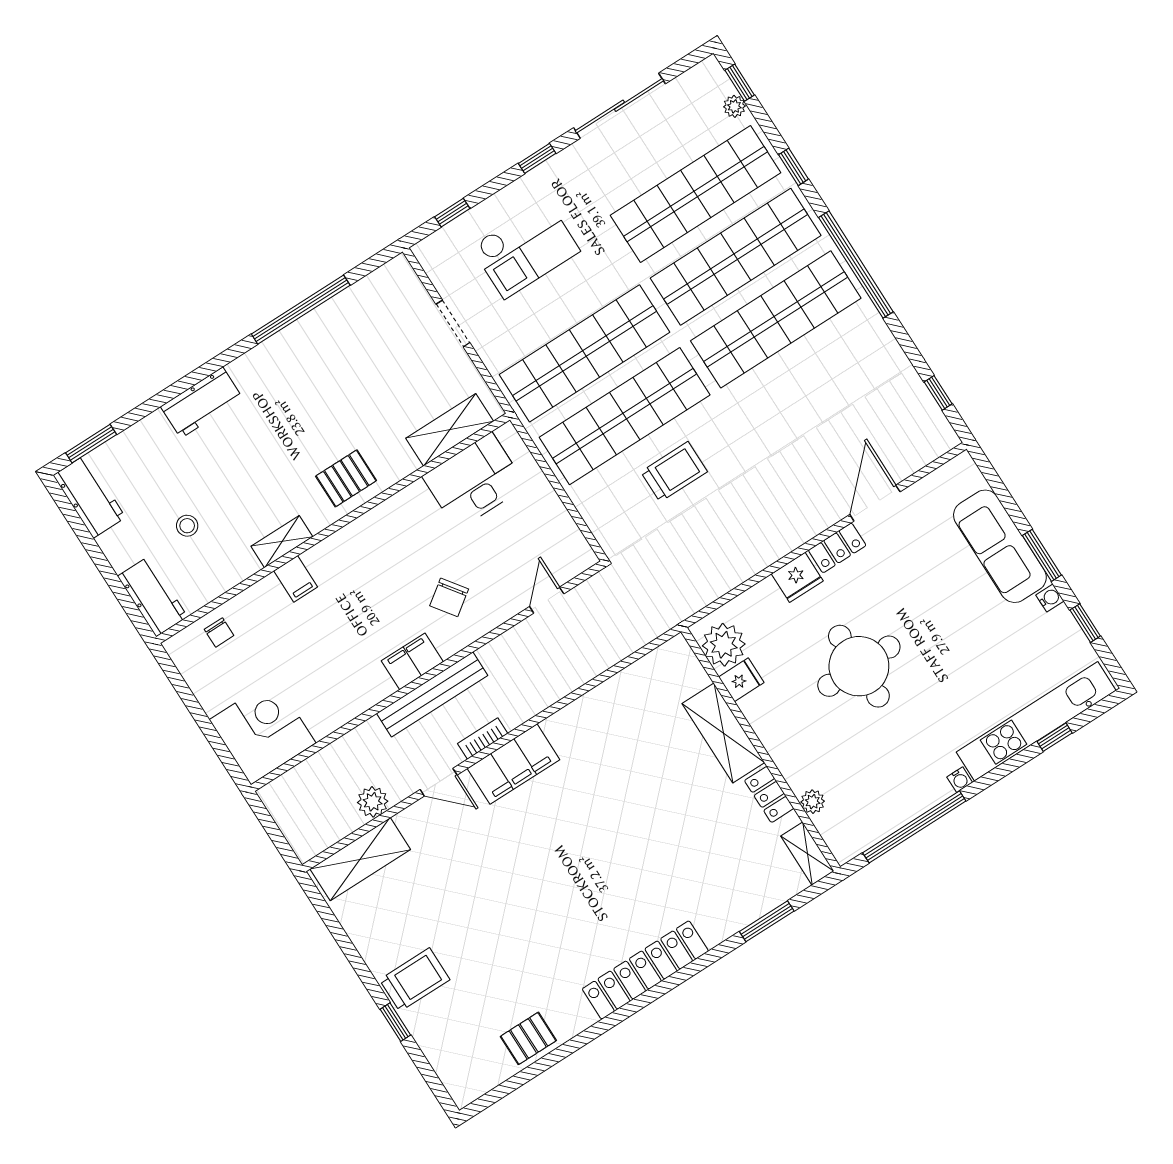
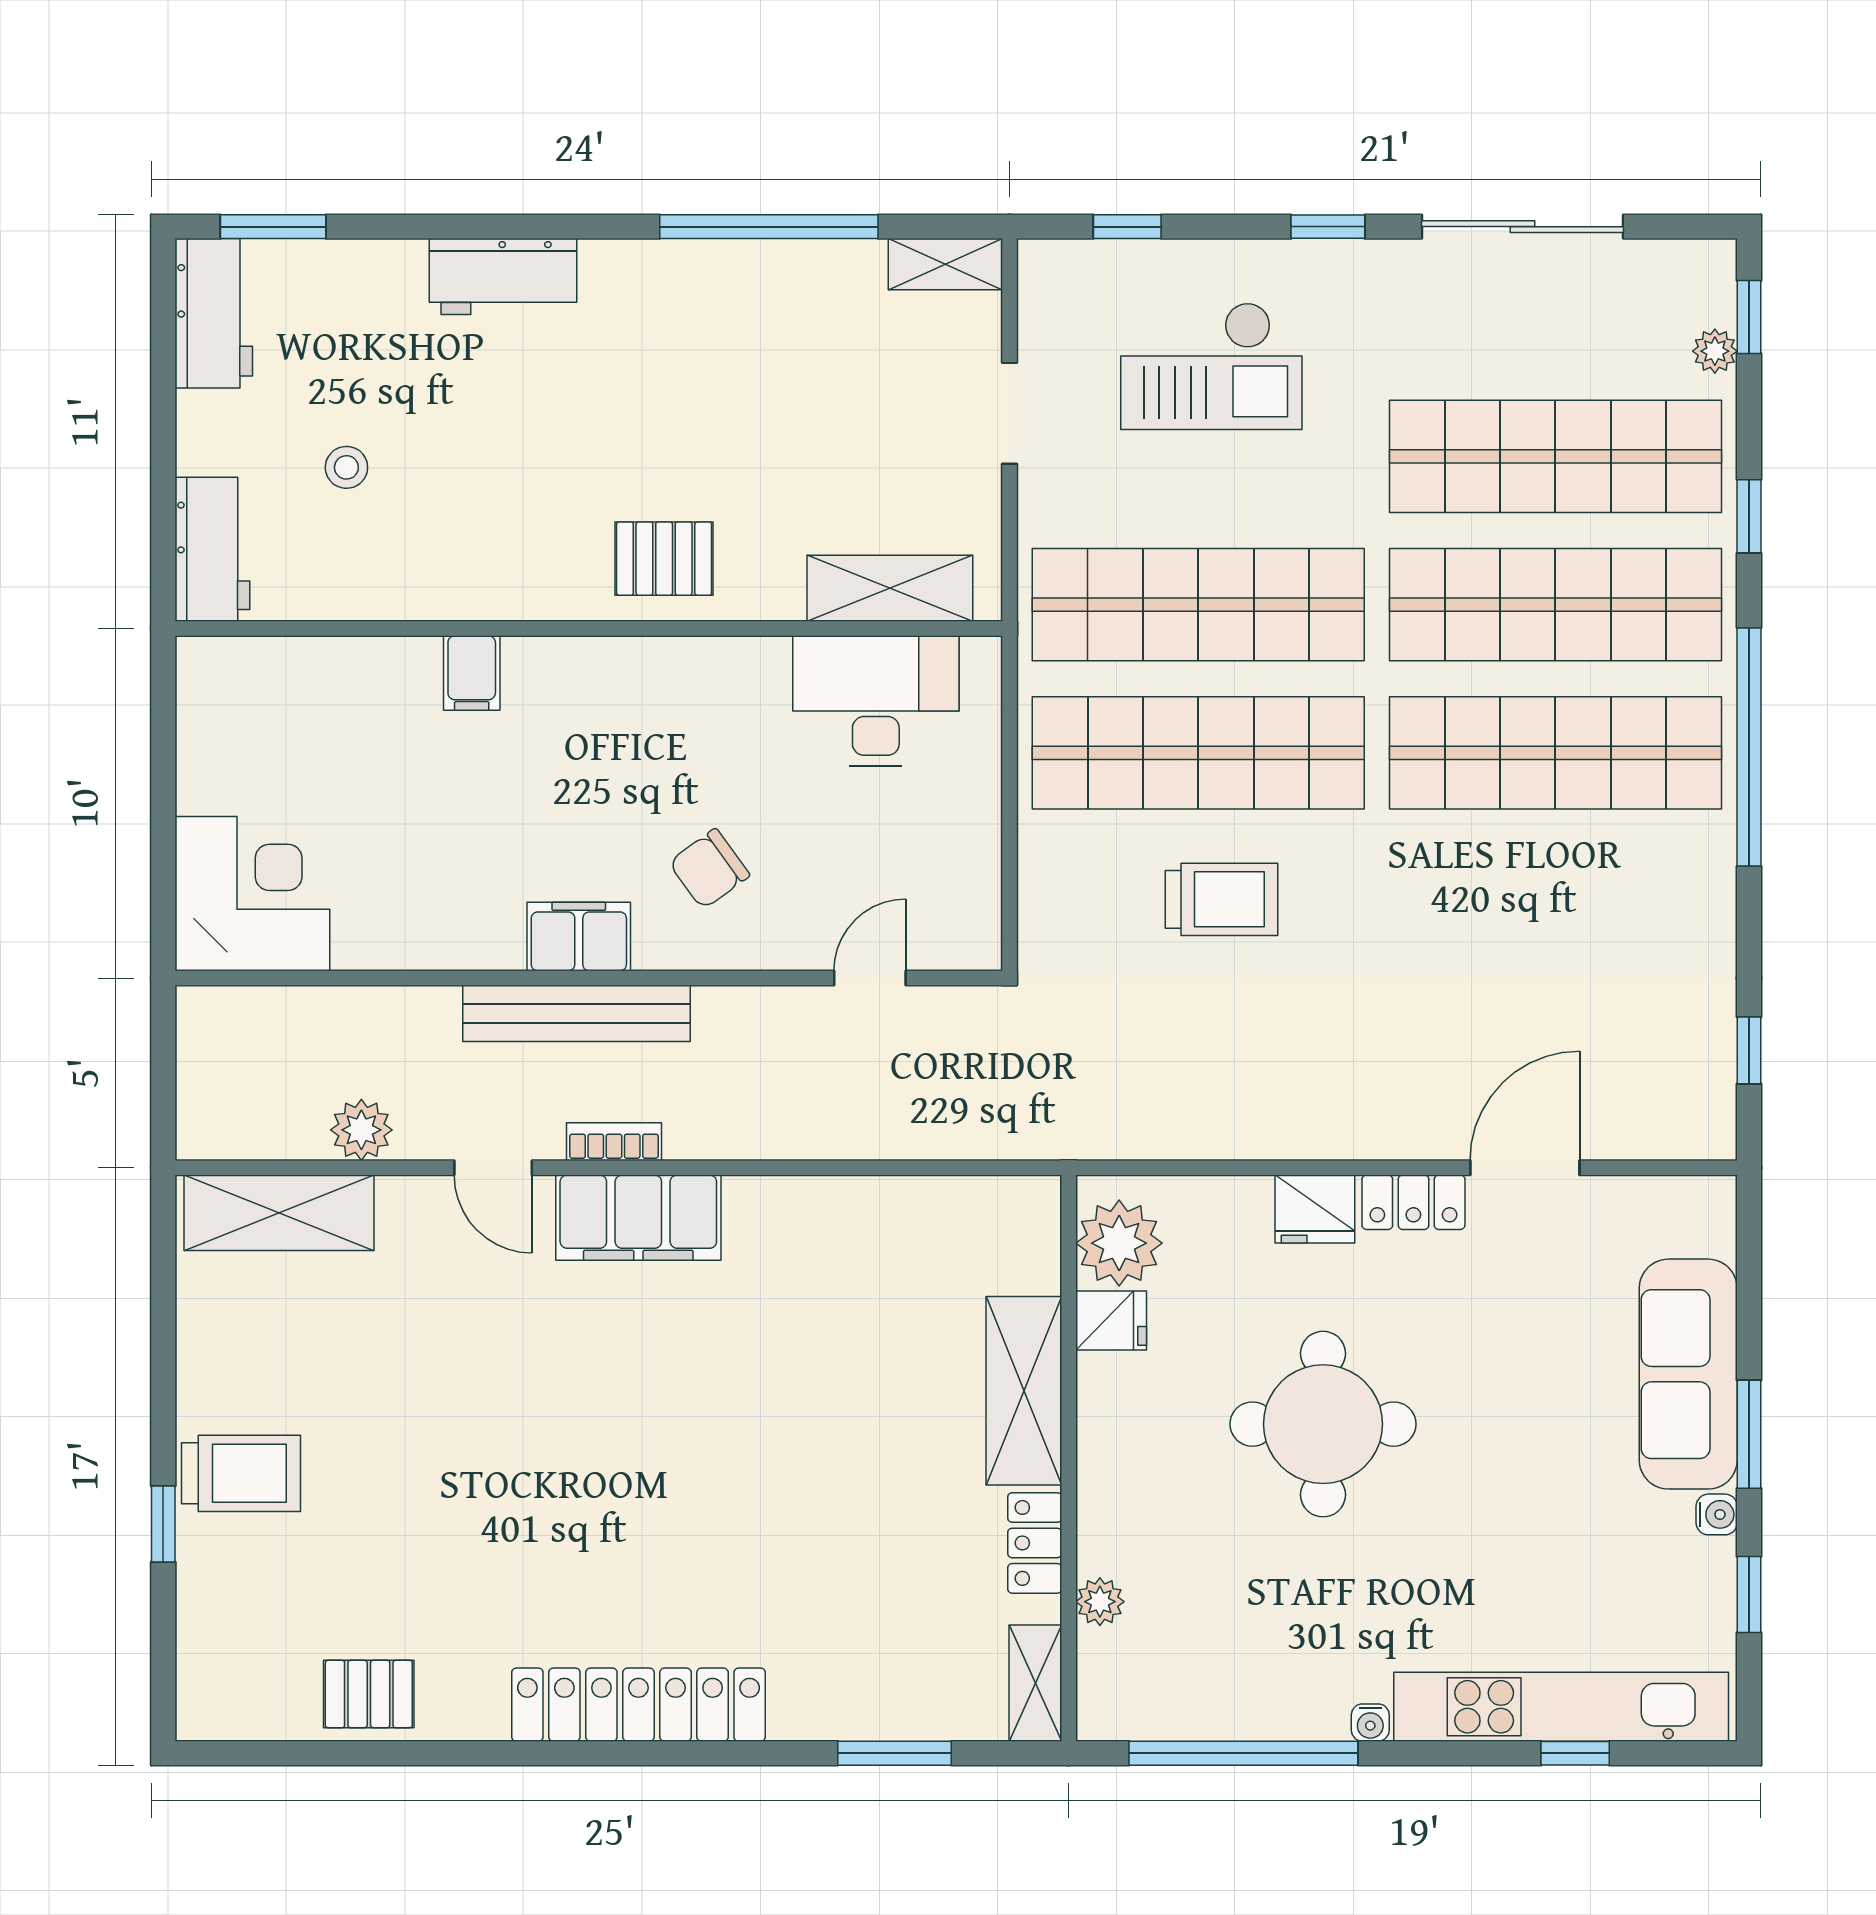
shelving: (282, 542) -> (945, 264), moved
chair: (219, 632) -> (285, 681), removed

